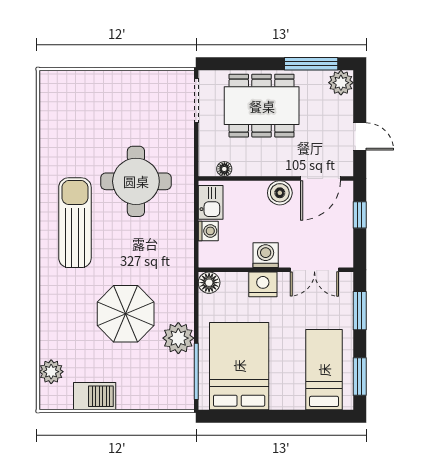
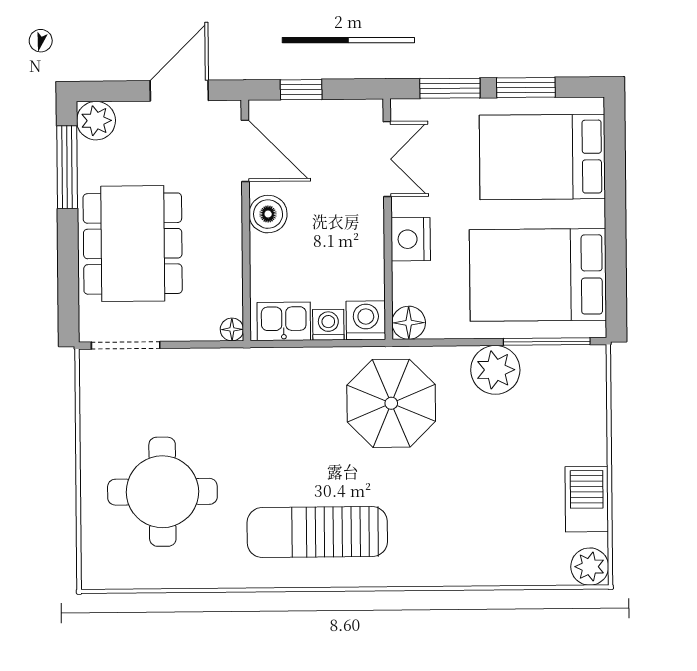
door: (360, 136) -> (179, 91), width x1.38
floor lamp: (224, 169) -> (232, 329), moved
round table: (136, 181) -> (162, 492), moved
washing machine: (266, 255) -> (366, 320), moved, turned 90
parasol: (126, 314) -> (391, 403), moved
bed: (324, 370) -> (542, 157), width x1.50
plant: (51, 372) -> (590, 567), moved
window: (360, 377) -> (526, 88), moved

